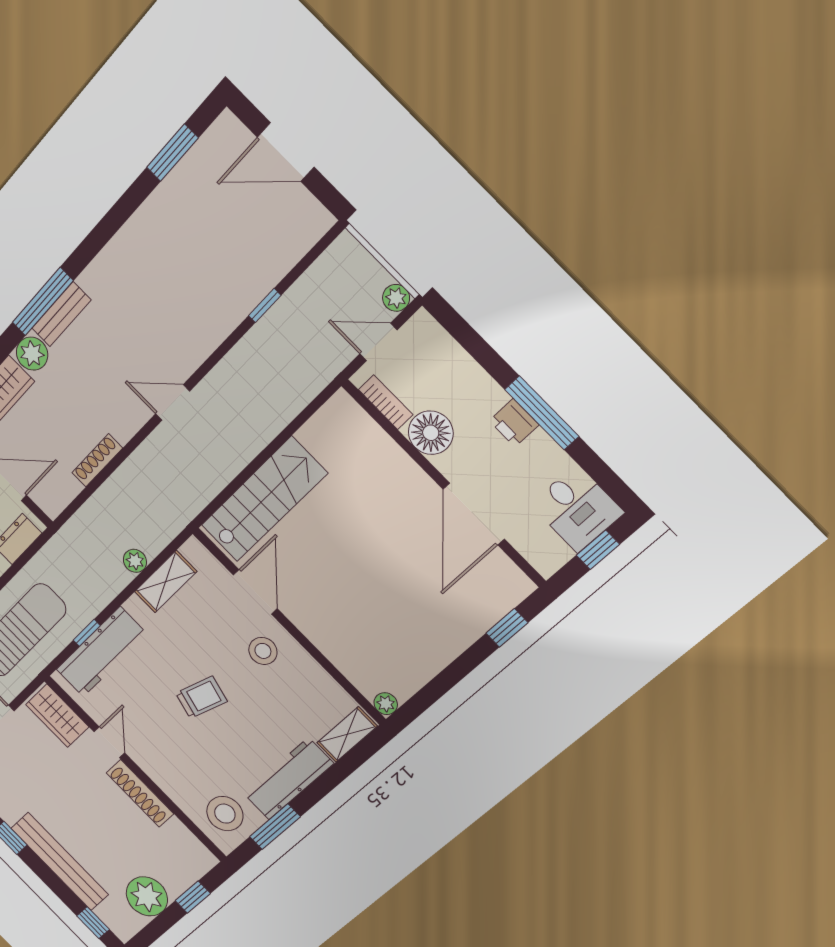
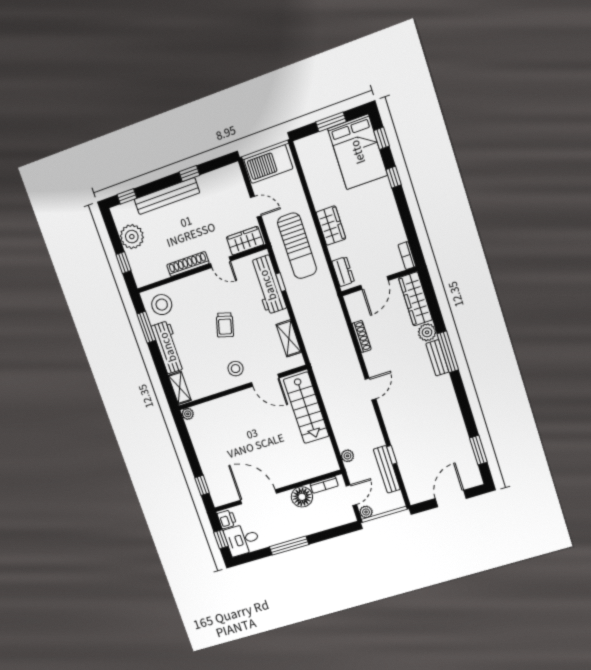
bench: (295, 301) -> (387, 469), added
printer: (514, 423) -> (227, 519), moved, turned 90
plant: (135, 561) -> (347, 456), moved

